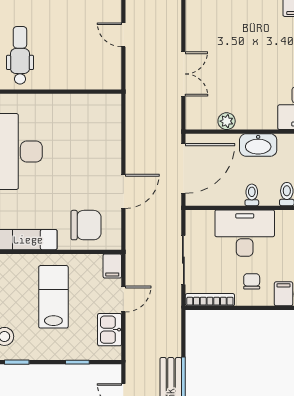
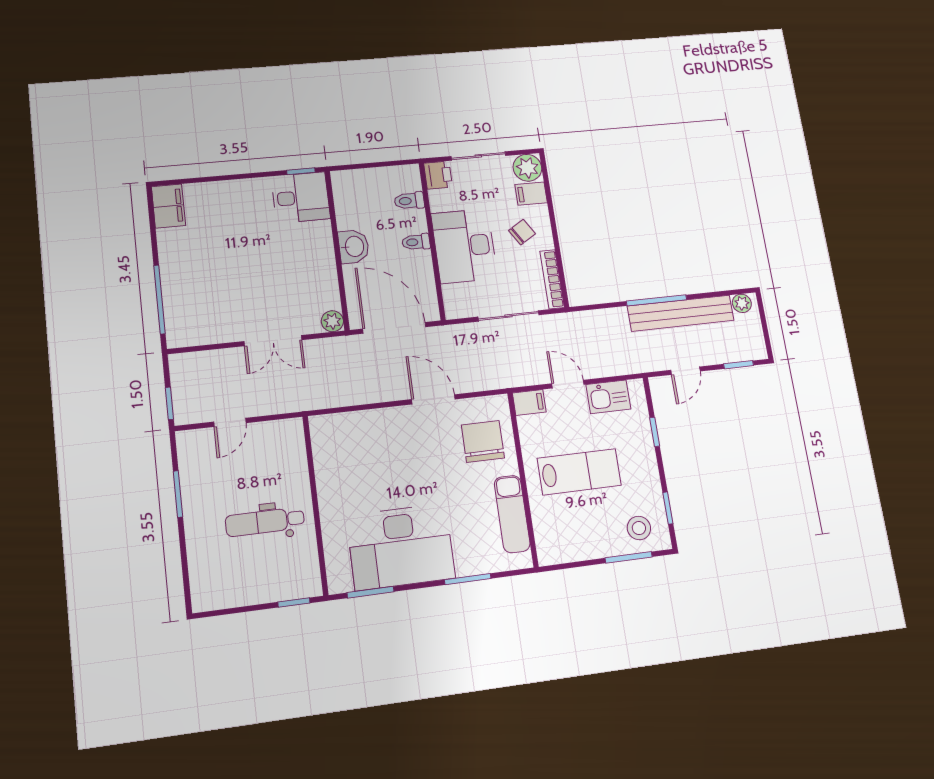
dental chair: (20, 55) -> (265, 522), moved
double door: (183, 74) -> (273, 341), swing flipped
plant: (227, 121) -> (332, 321), moved
washbasin: (258, 145) -> (354, 246), width x0.72
chair: (252, 281) -> (522, 232), turned 148
lab bench: (53, 297) -> (579, 472), turned 180

